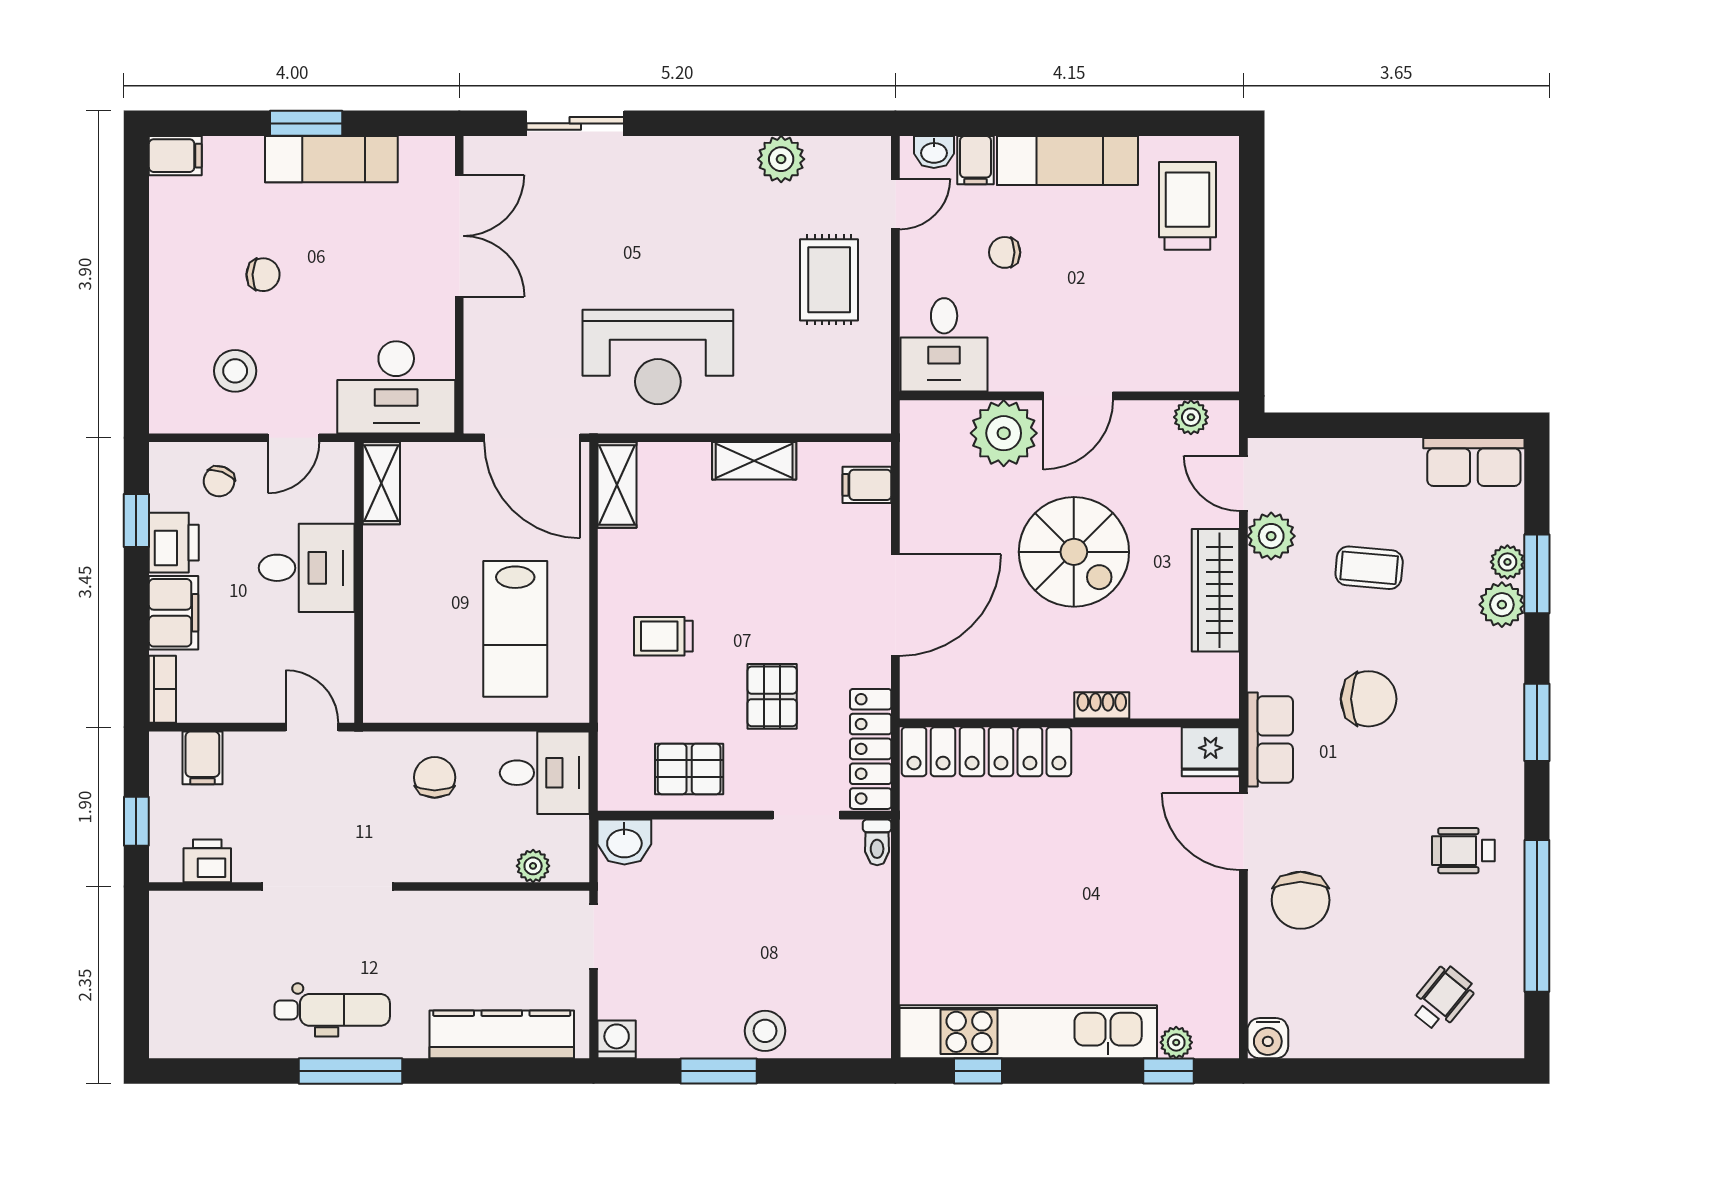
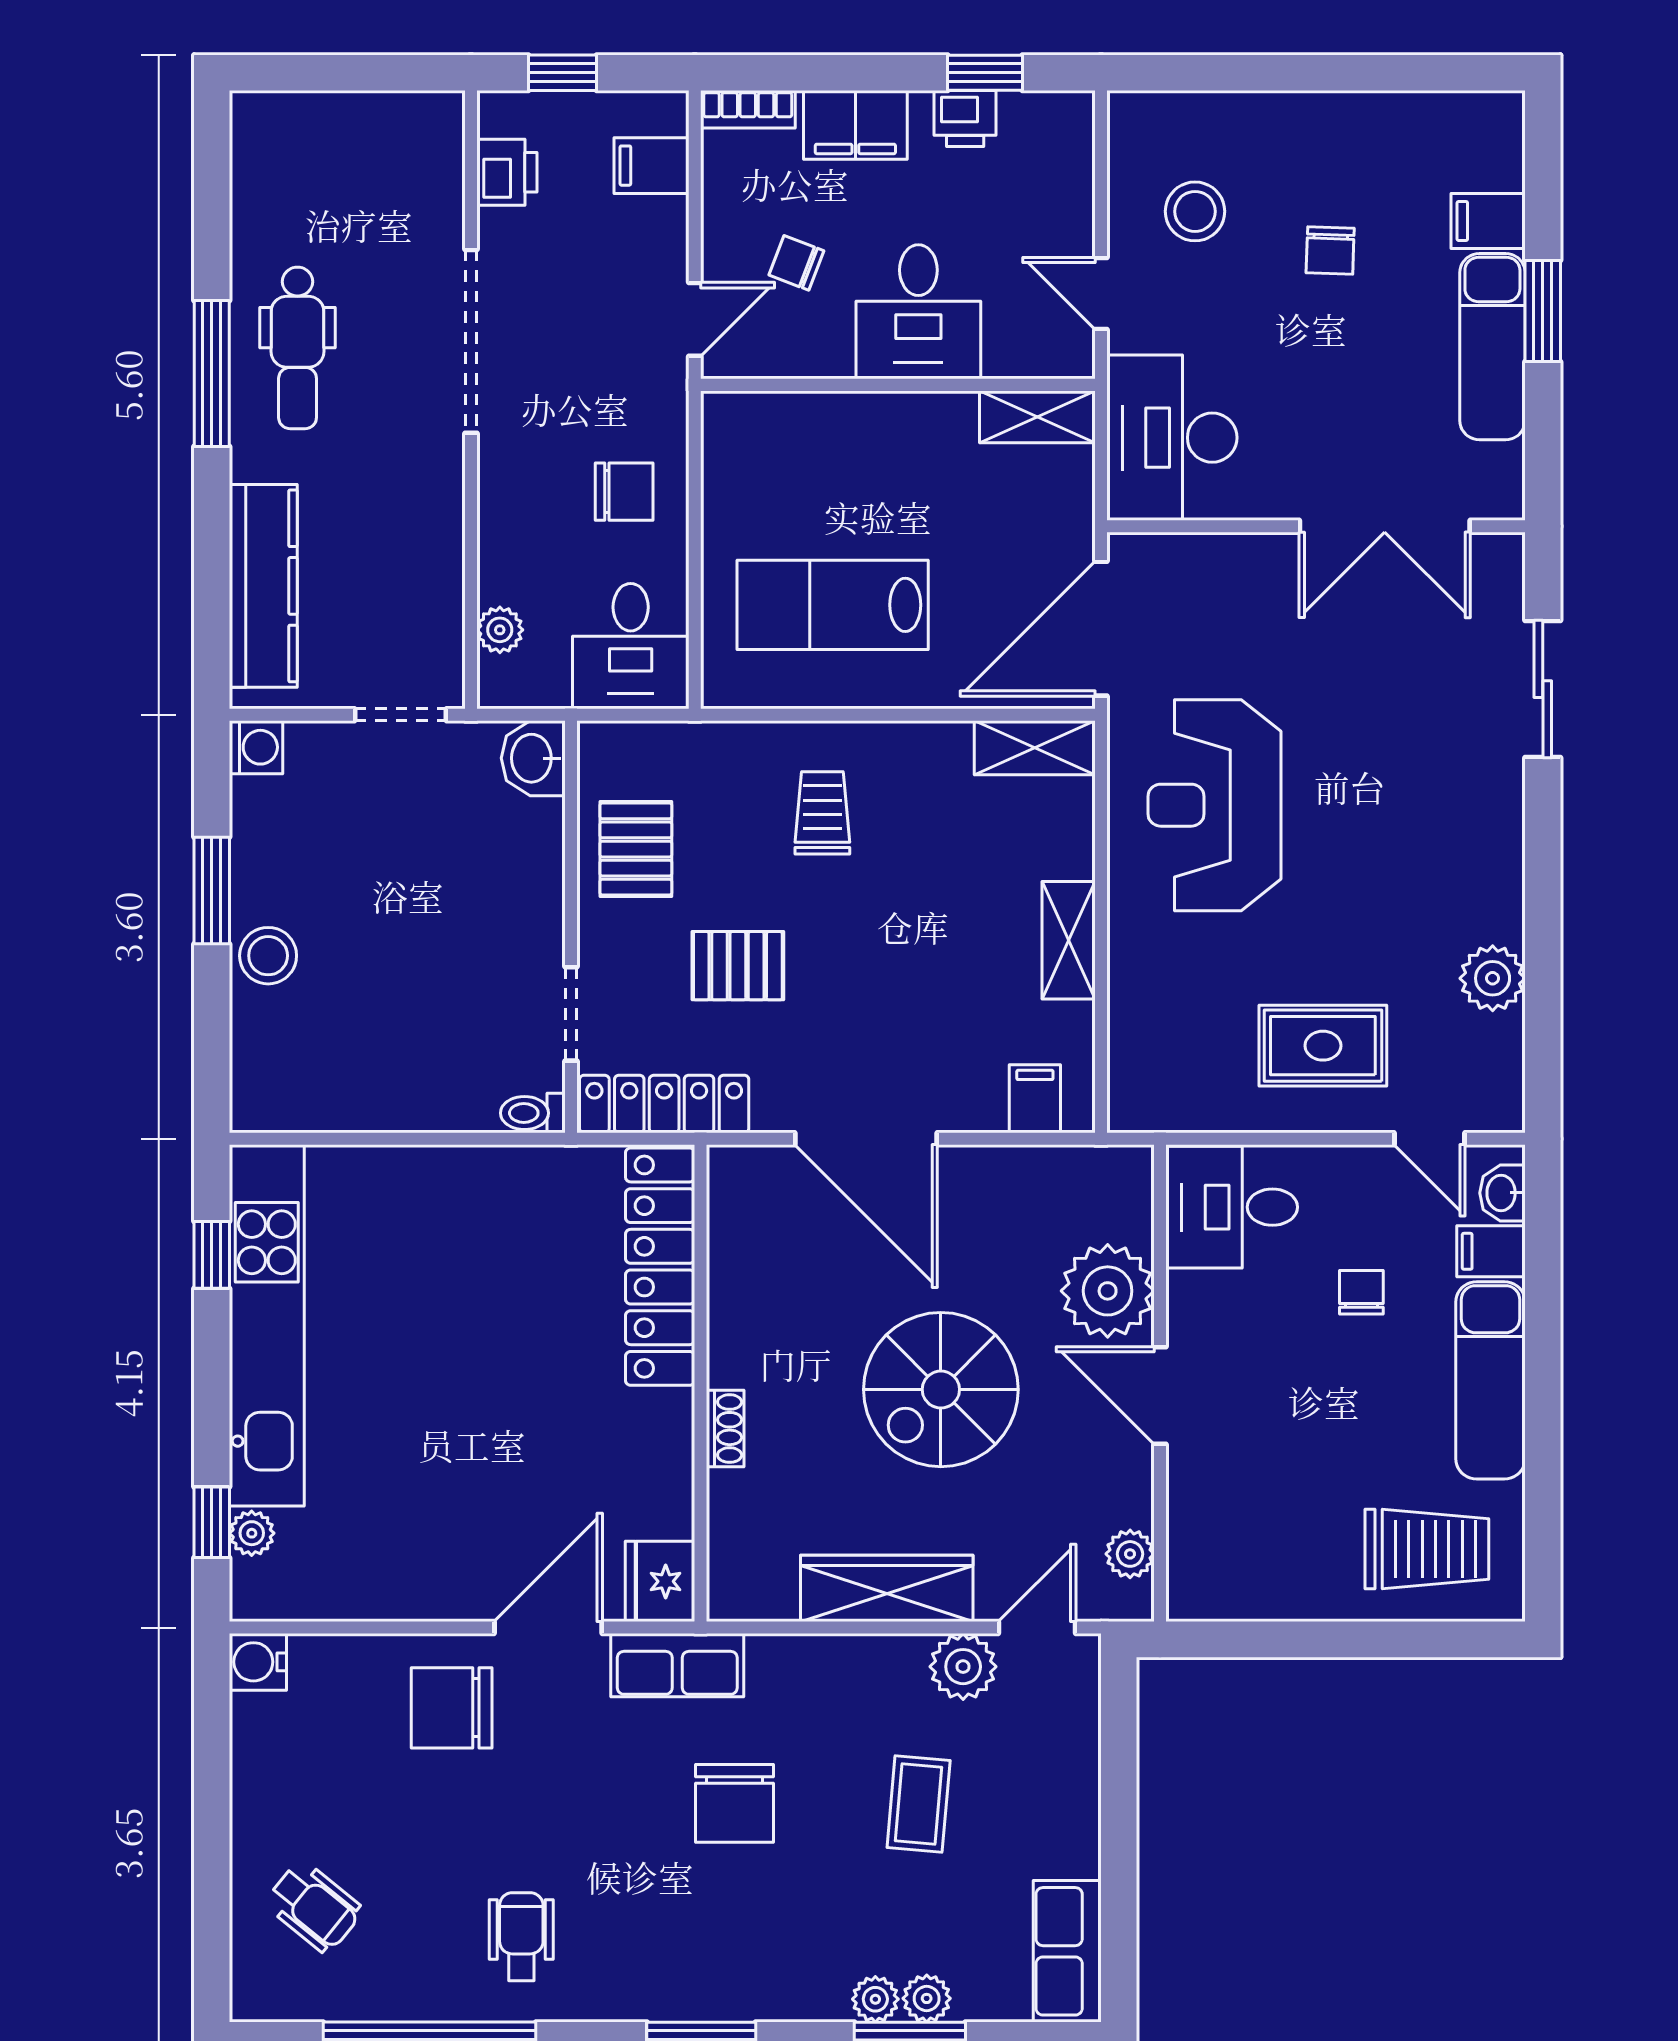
filing cabinet: (175, 156) -> (1488, 221), moved, turned 90
chair: (219, 481) -> (796, 263), moved
printer: (174, 543) -> (965, 119), width x0.73, depth x0.81
plant: (1502, 605) -> (875, 1999), width x0.73, depth x0.73

